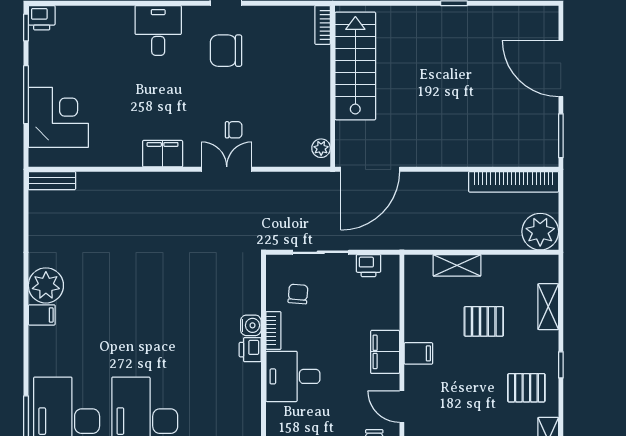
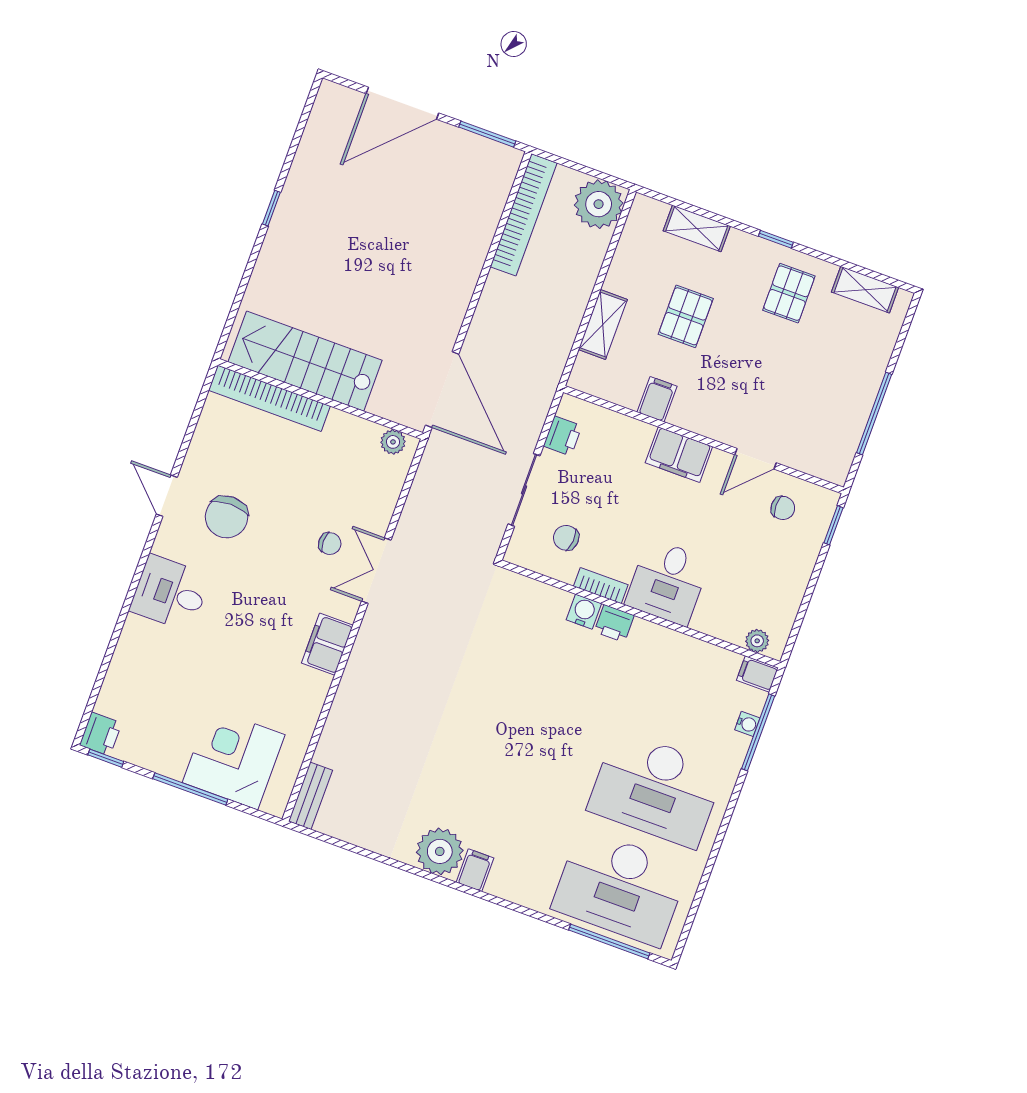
bookcase: (323, 25) -> (269, 398), width x2.31, depth x1.31
chair: (234, 130) -> (330, 544), turned 90
filing cabinet: (418, 353) -> (657, 399), moved

